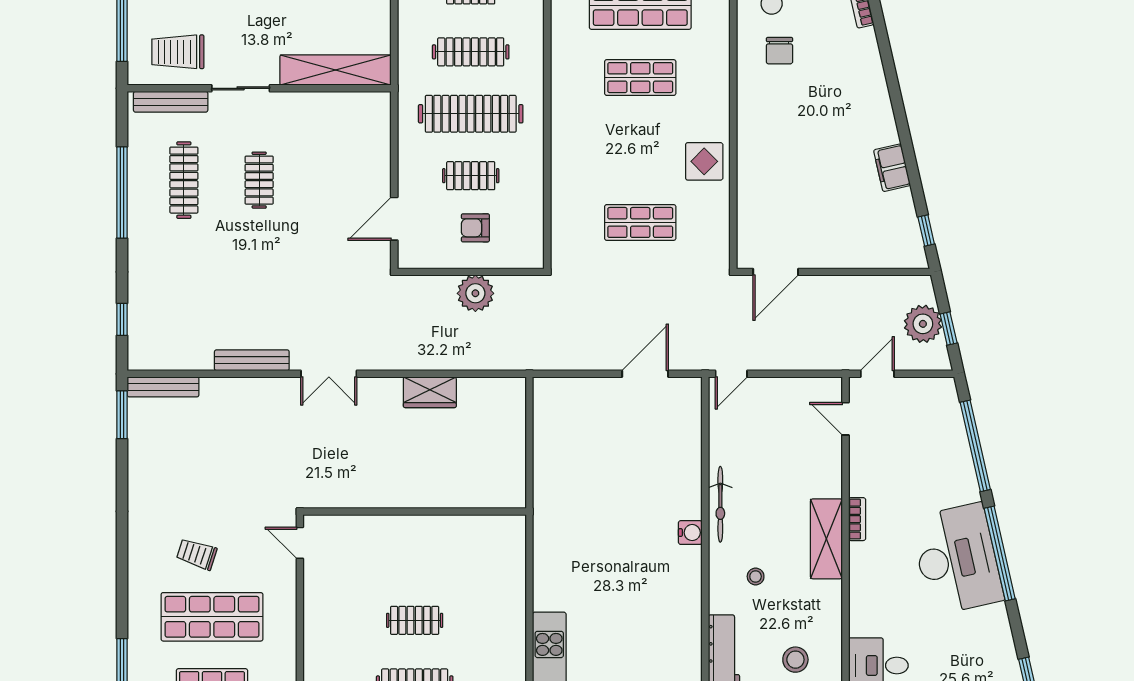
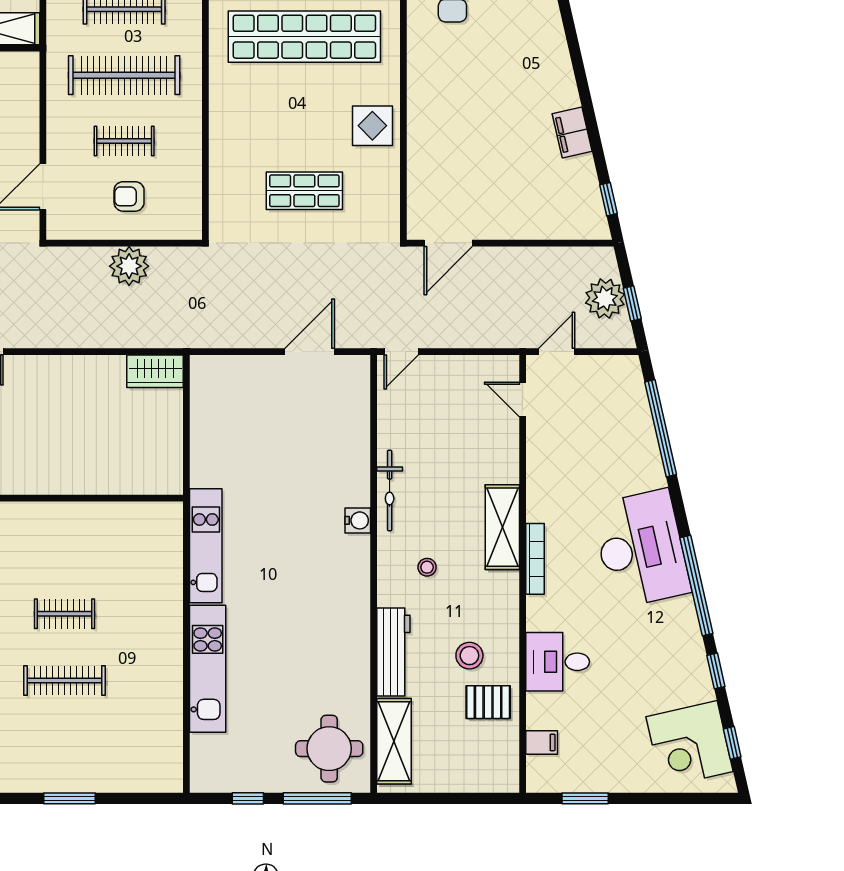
shop shelf: (640, 78) -> (304, 37), width x2.00, depth x1.36
wardrobe: (430, 392) -> (155, 371), moved
bookcase: (857, 519) -> (535, 559), moved, width x1.56
window: (1000, 553) -> (696, 586), moved
kitchen unit: (548, 556) -> (206, 546), added

